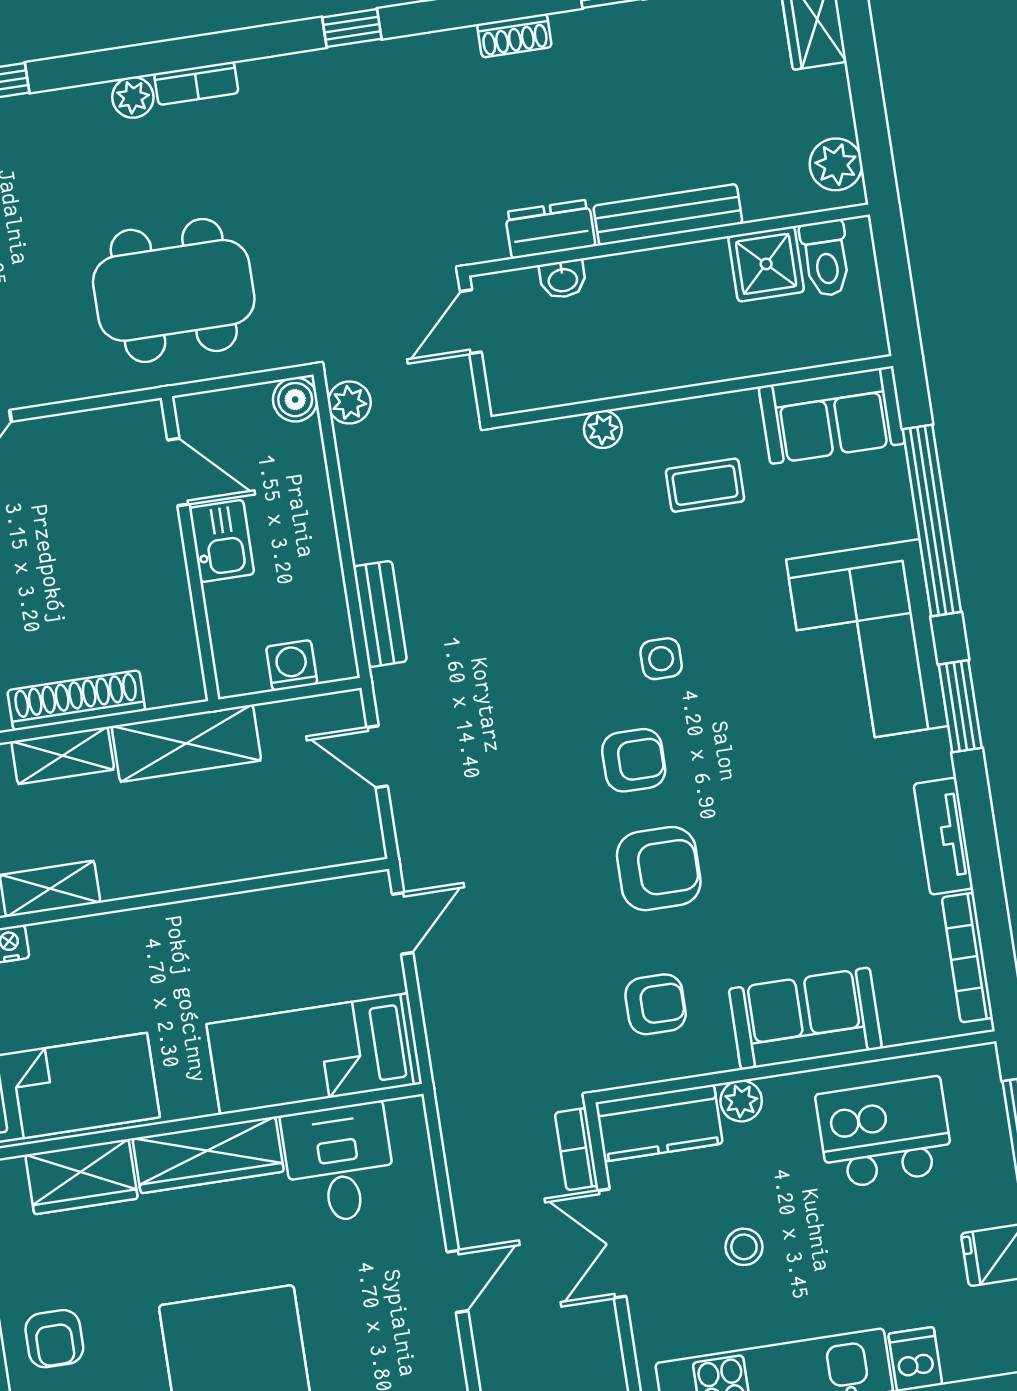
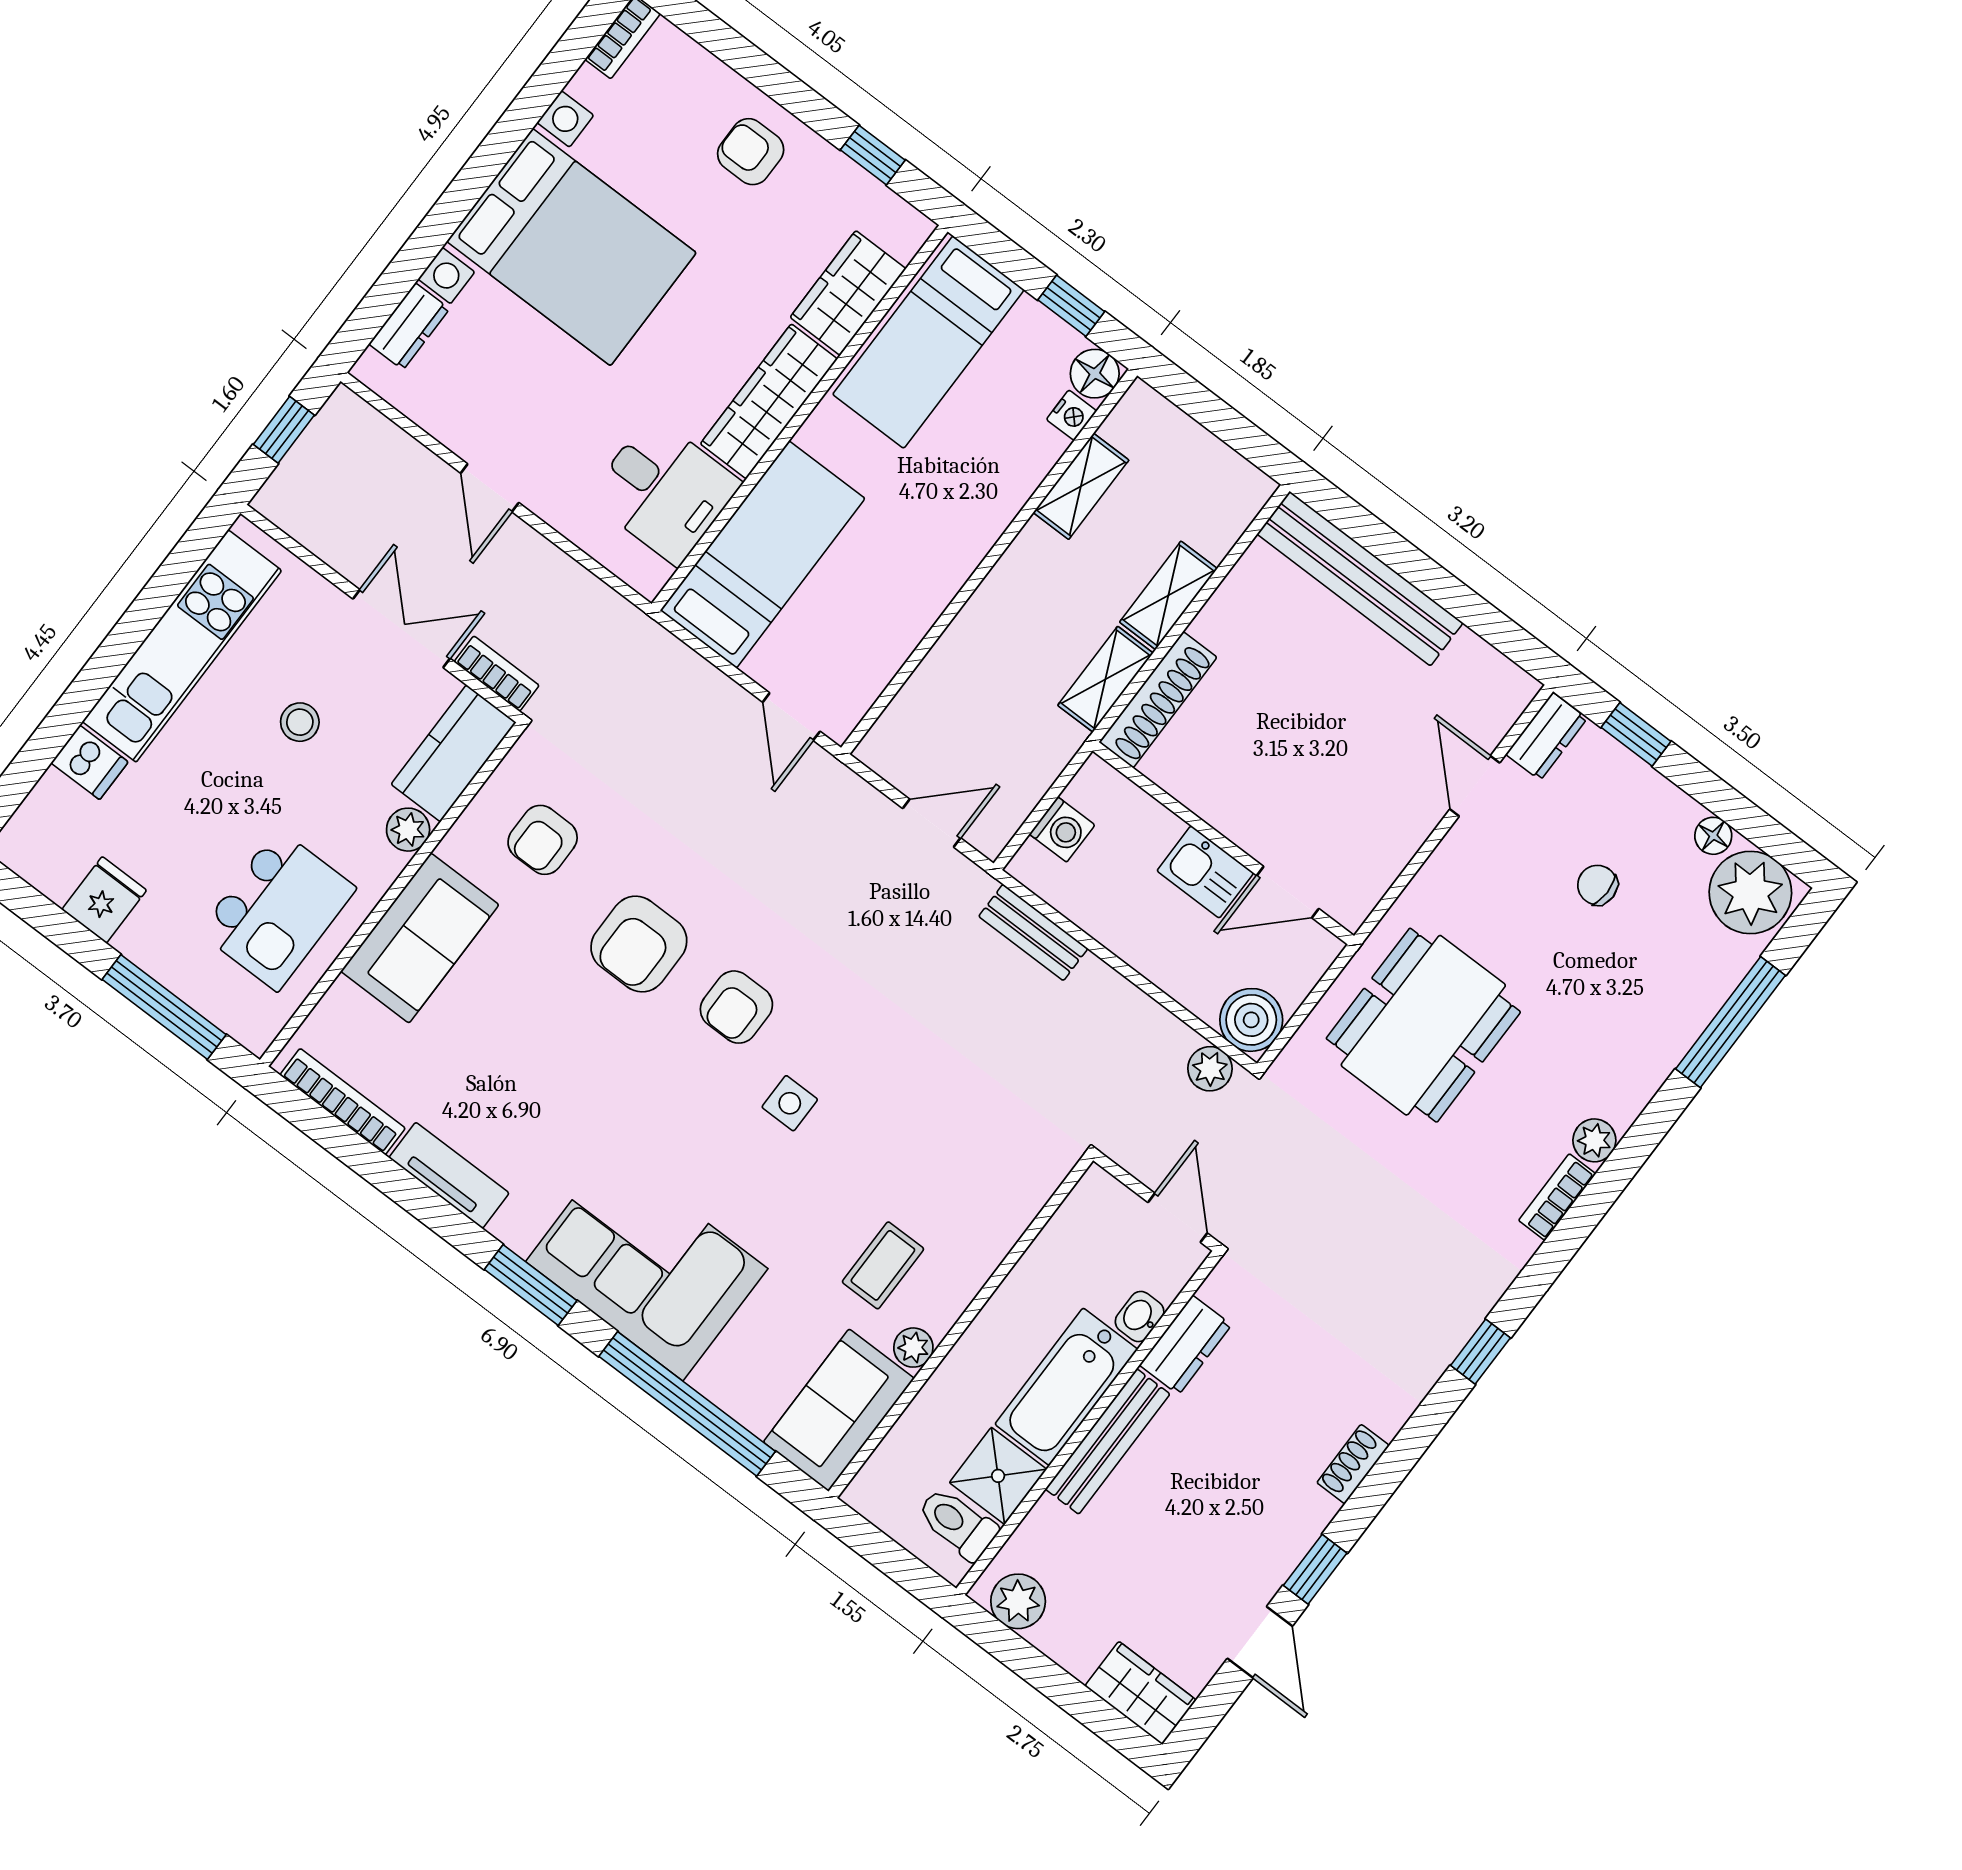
bathtub: (660, 280) -> (1066, 1387), added
boiler: (295, 400) -> (1251, 1020), width x1.36, depth x1.36
plant: (603, 429) -> (913, 1348), moved
shoe rack: (76, 700) -> (1158, 700), moved
shelving: (186, 743) -> (1105, 679), width x0.67, depth x0.75

